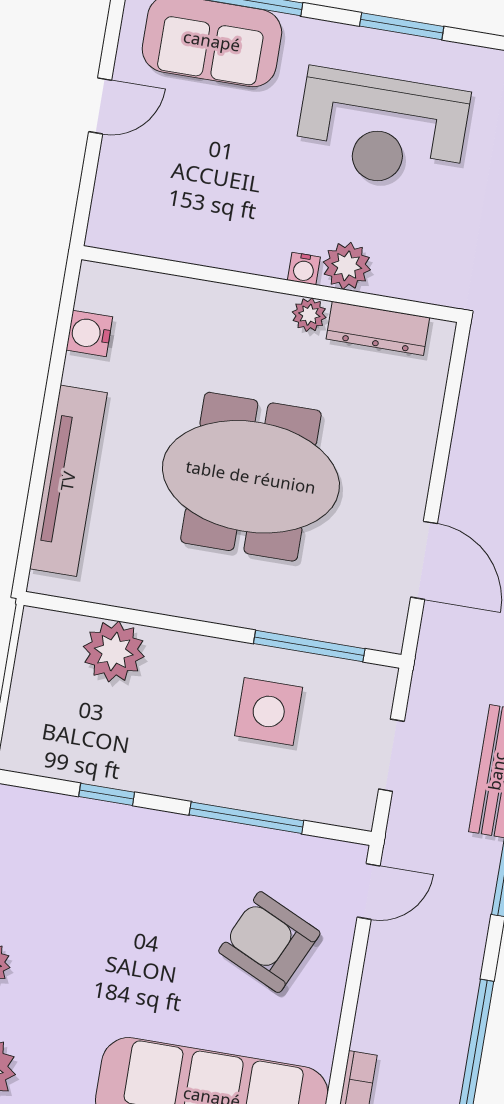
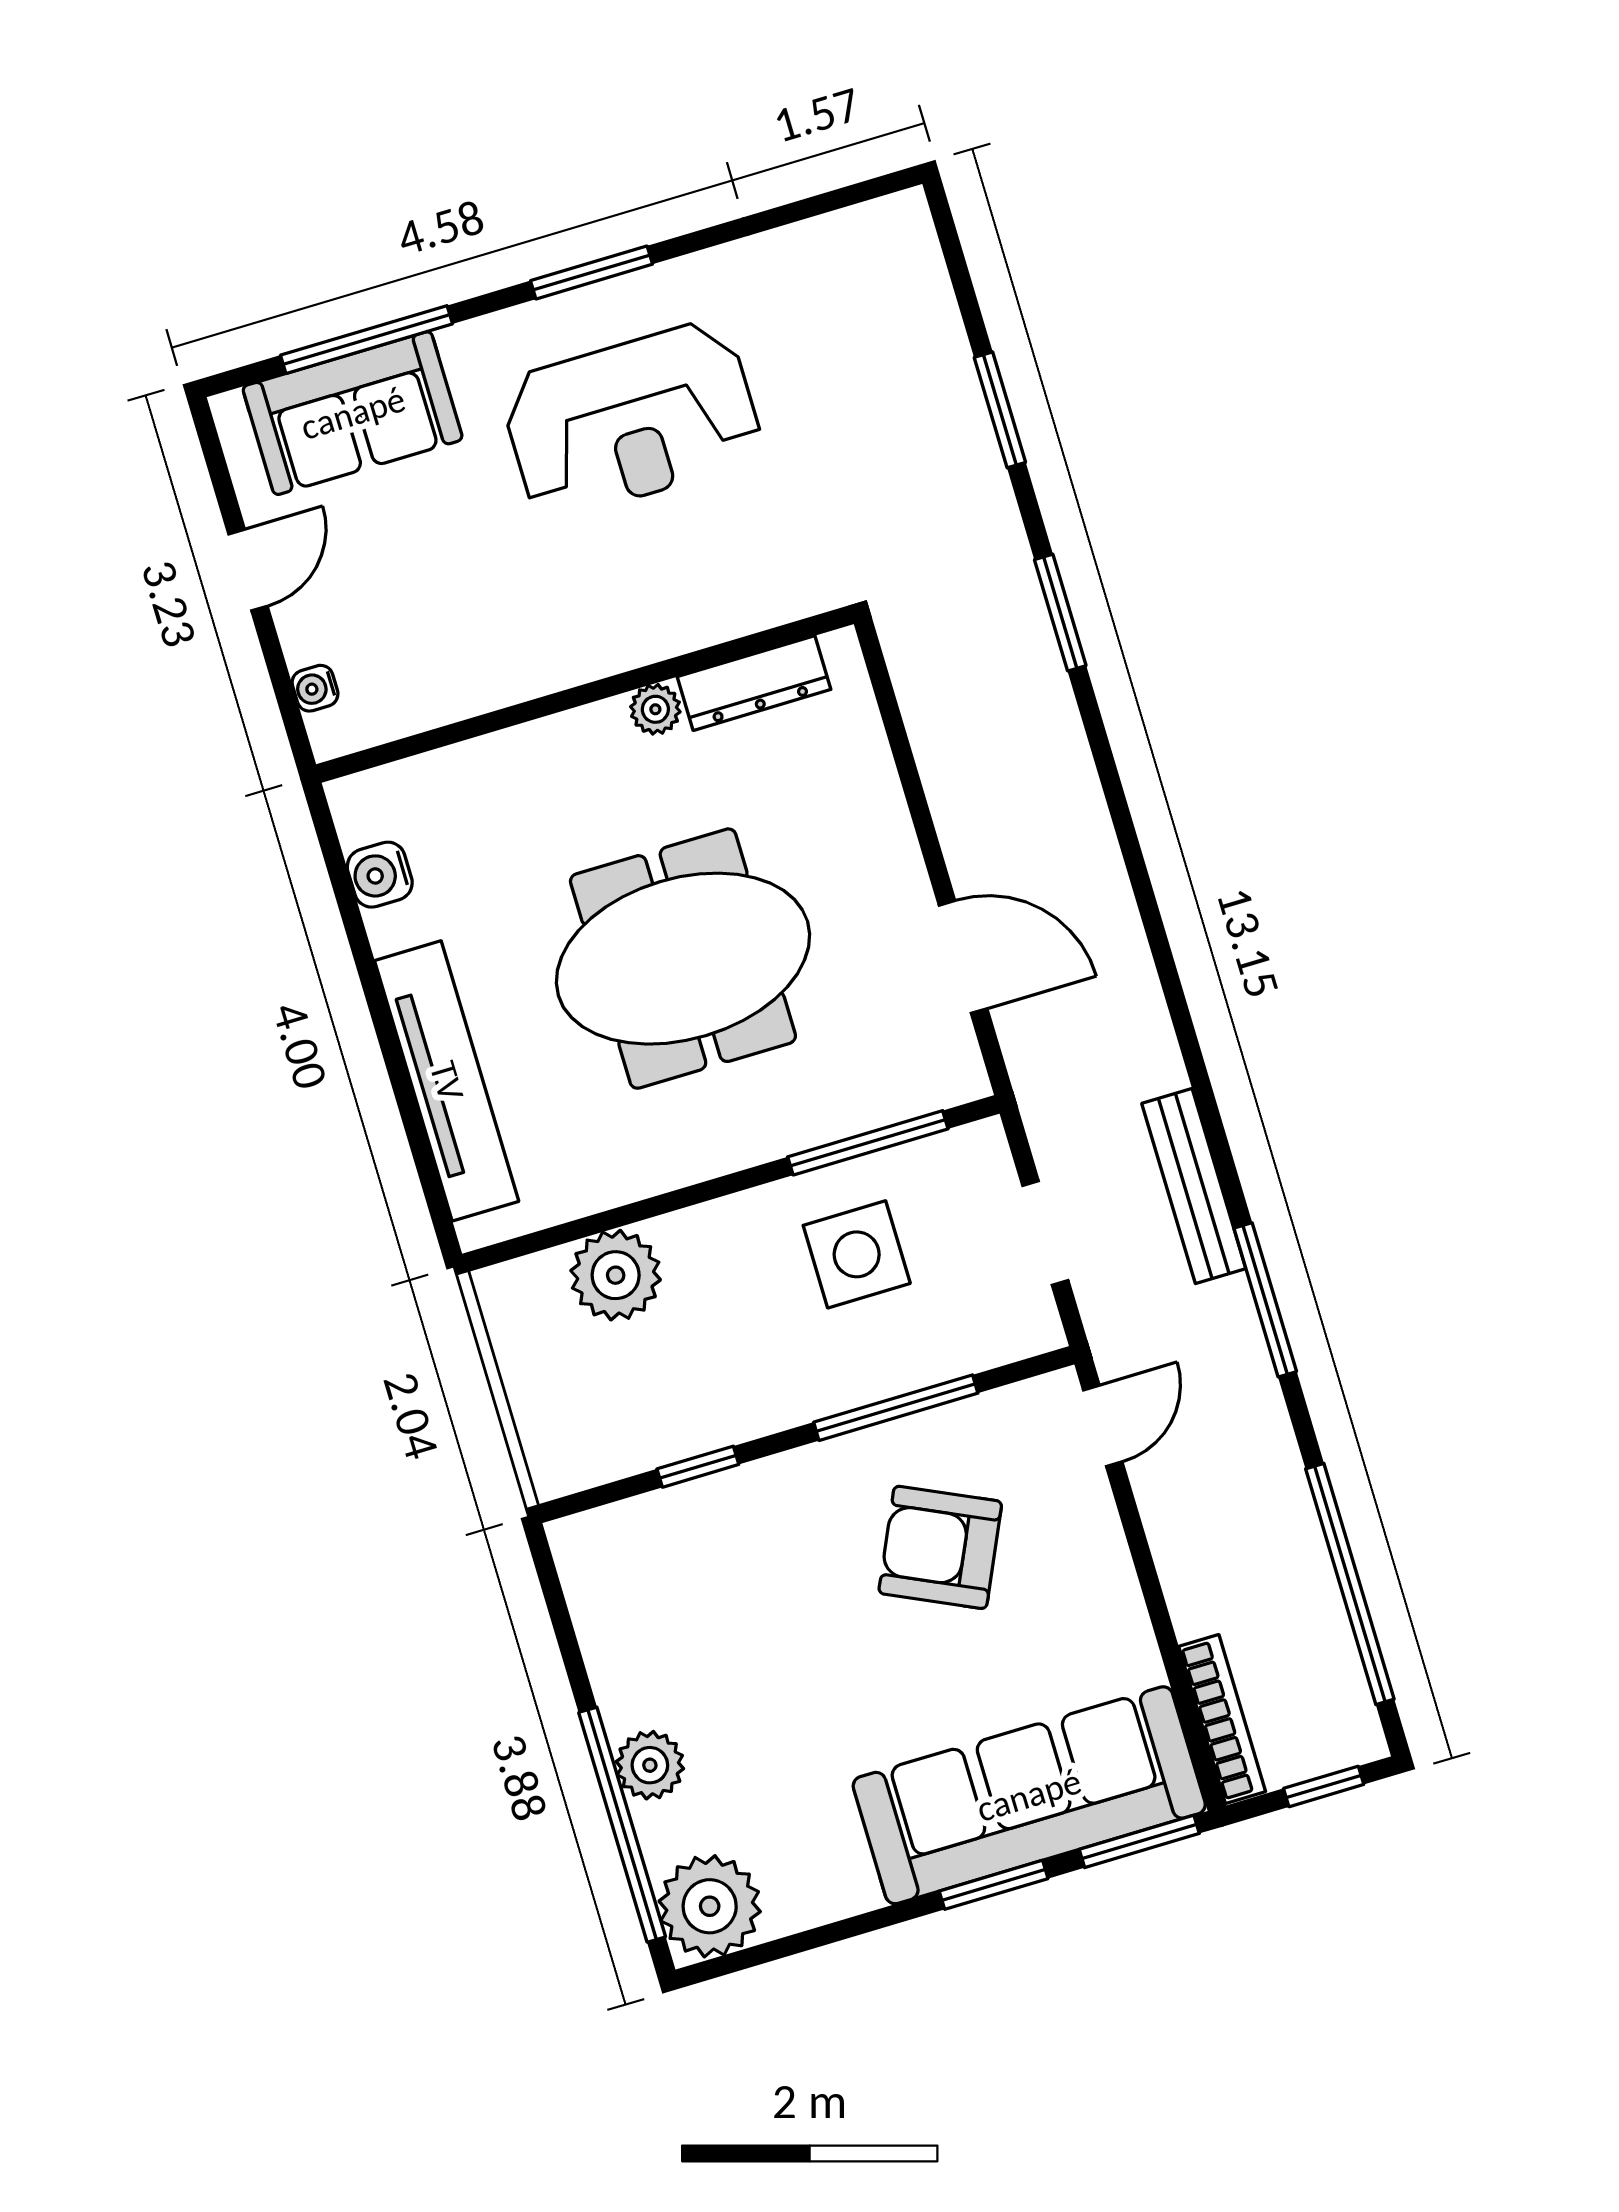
plant: (347, 266) -> (673, 621), removed
water cooler: (304, 269) -> (315, 688), moved, turned 90
armchair: (269, 942) -> (940, 1547), moved

